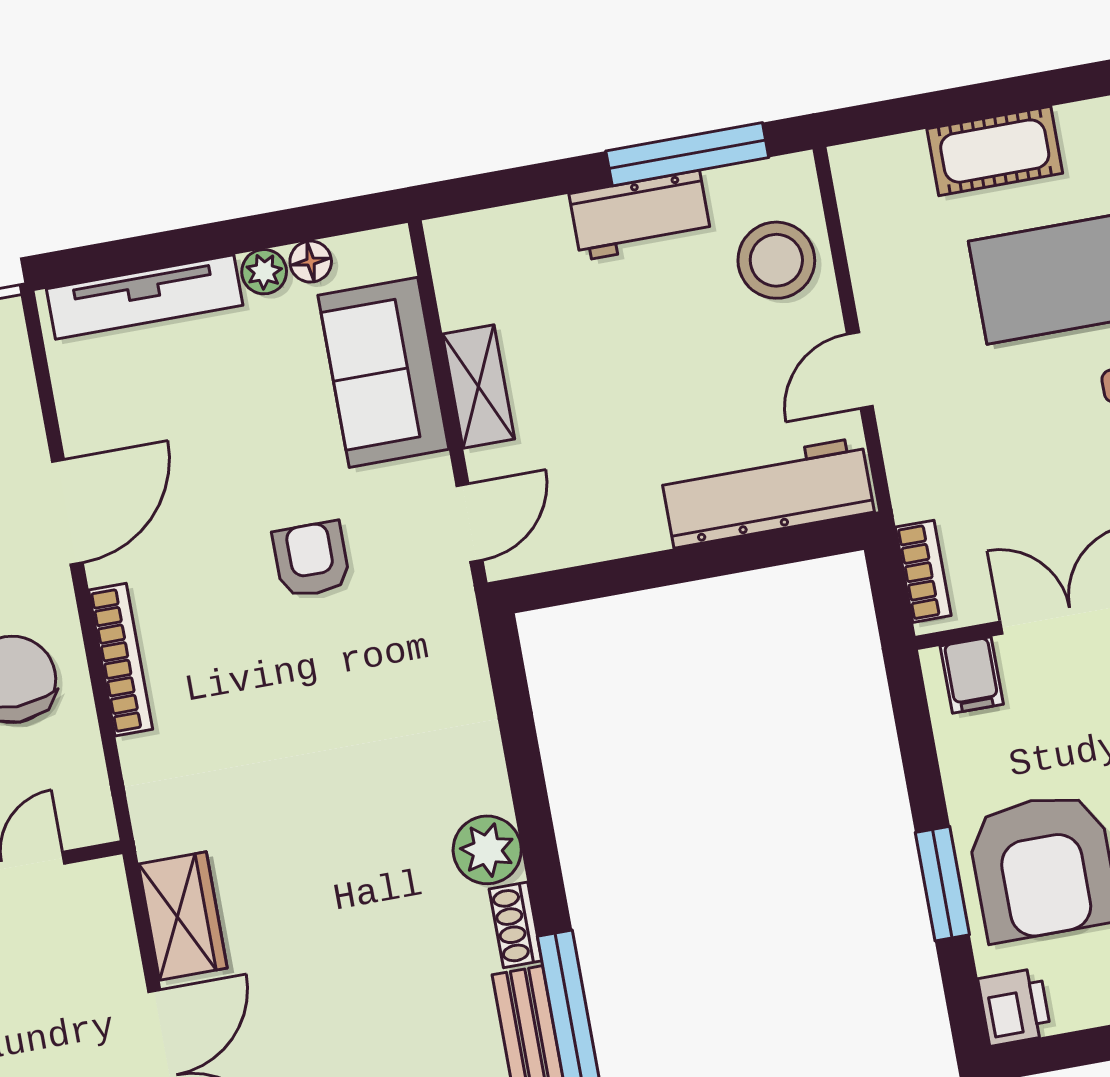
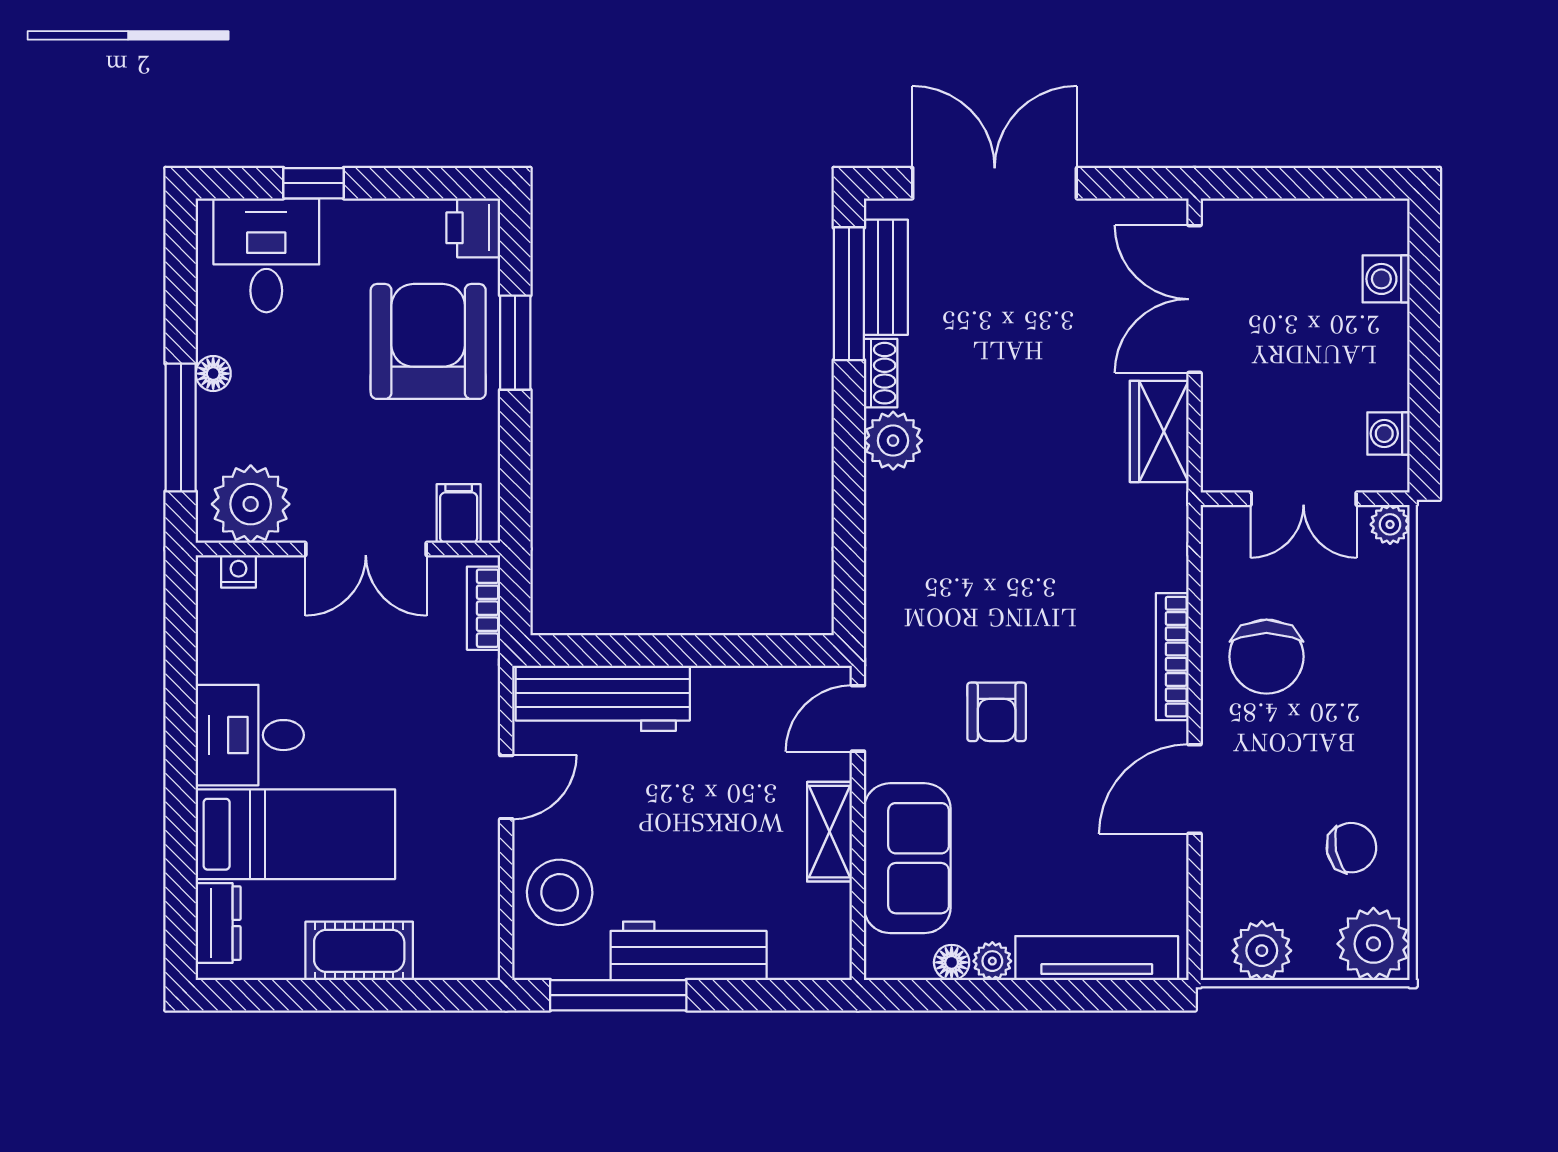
workbench: (640, 216) -> (689, 951), width x1.37

